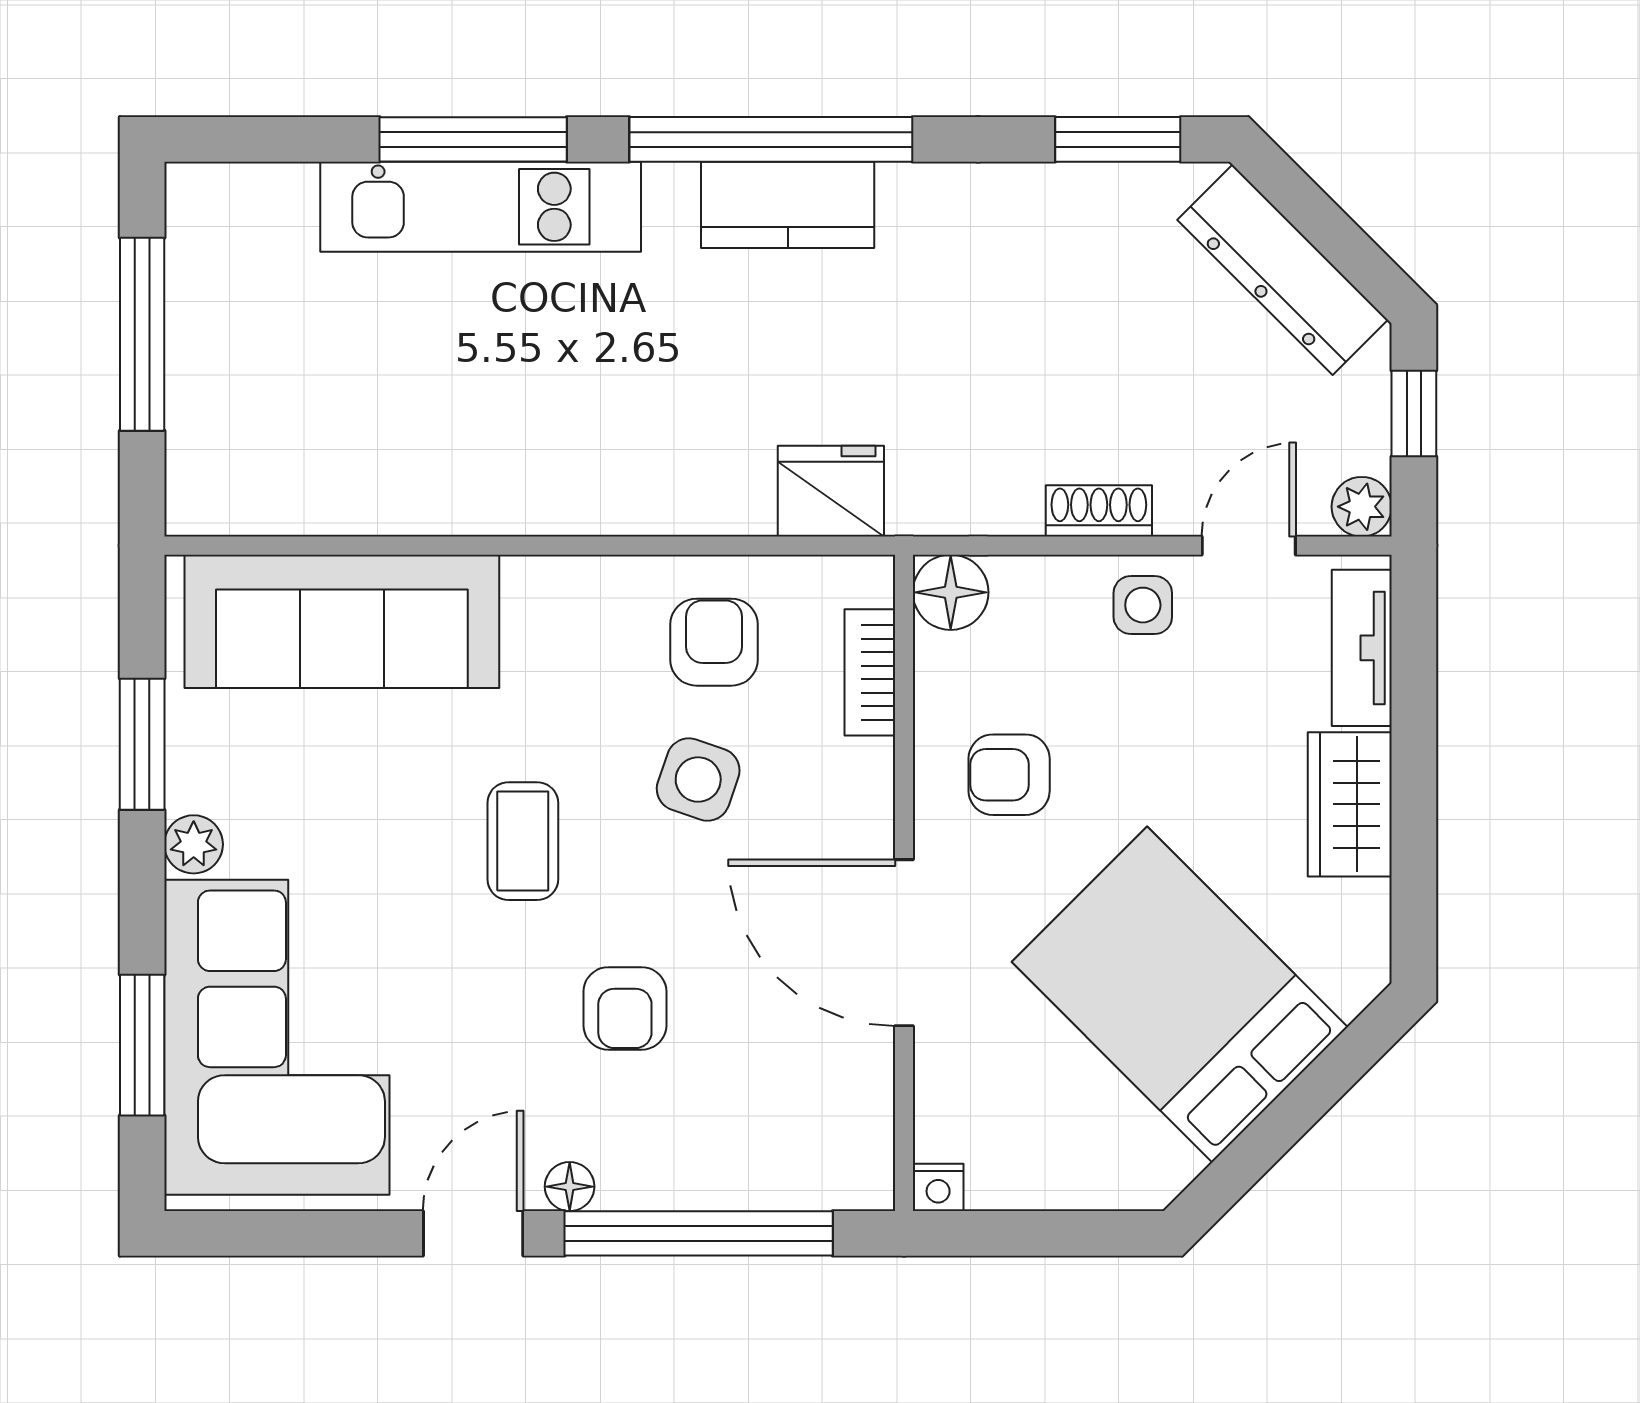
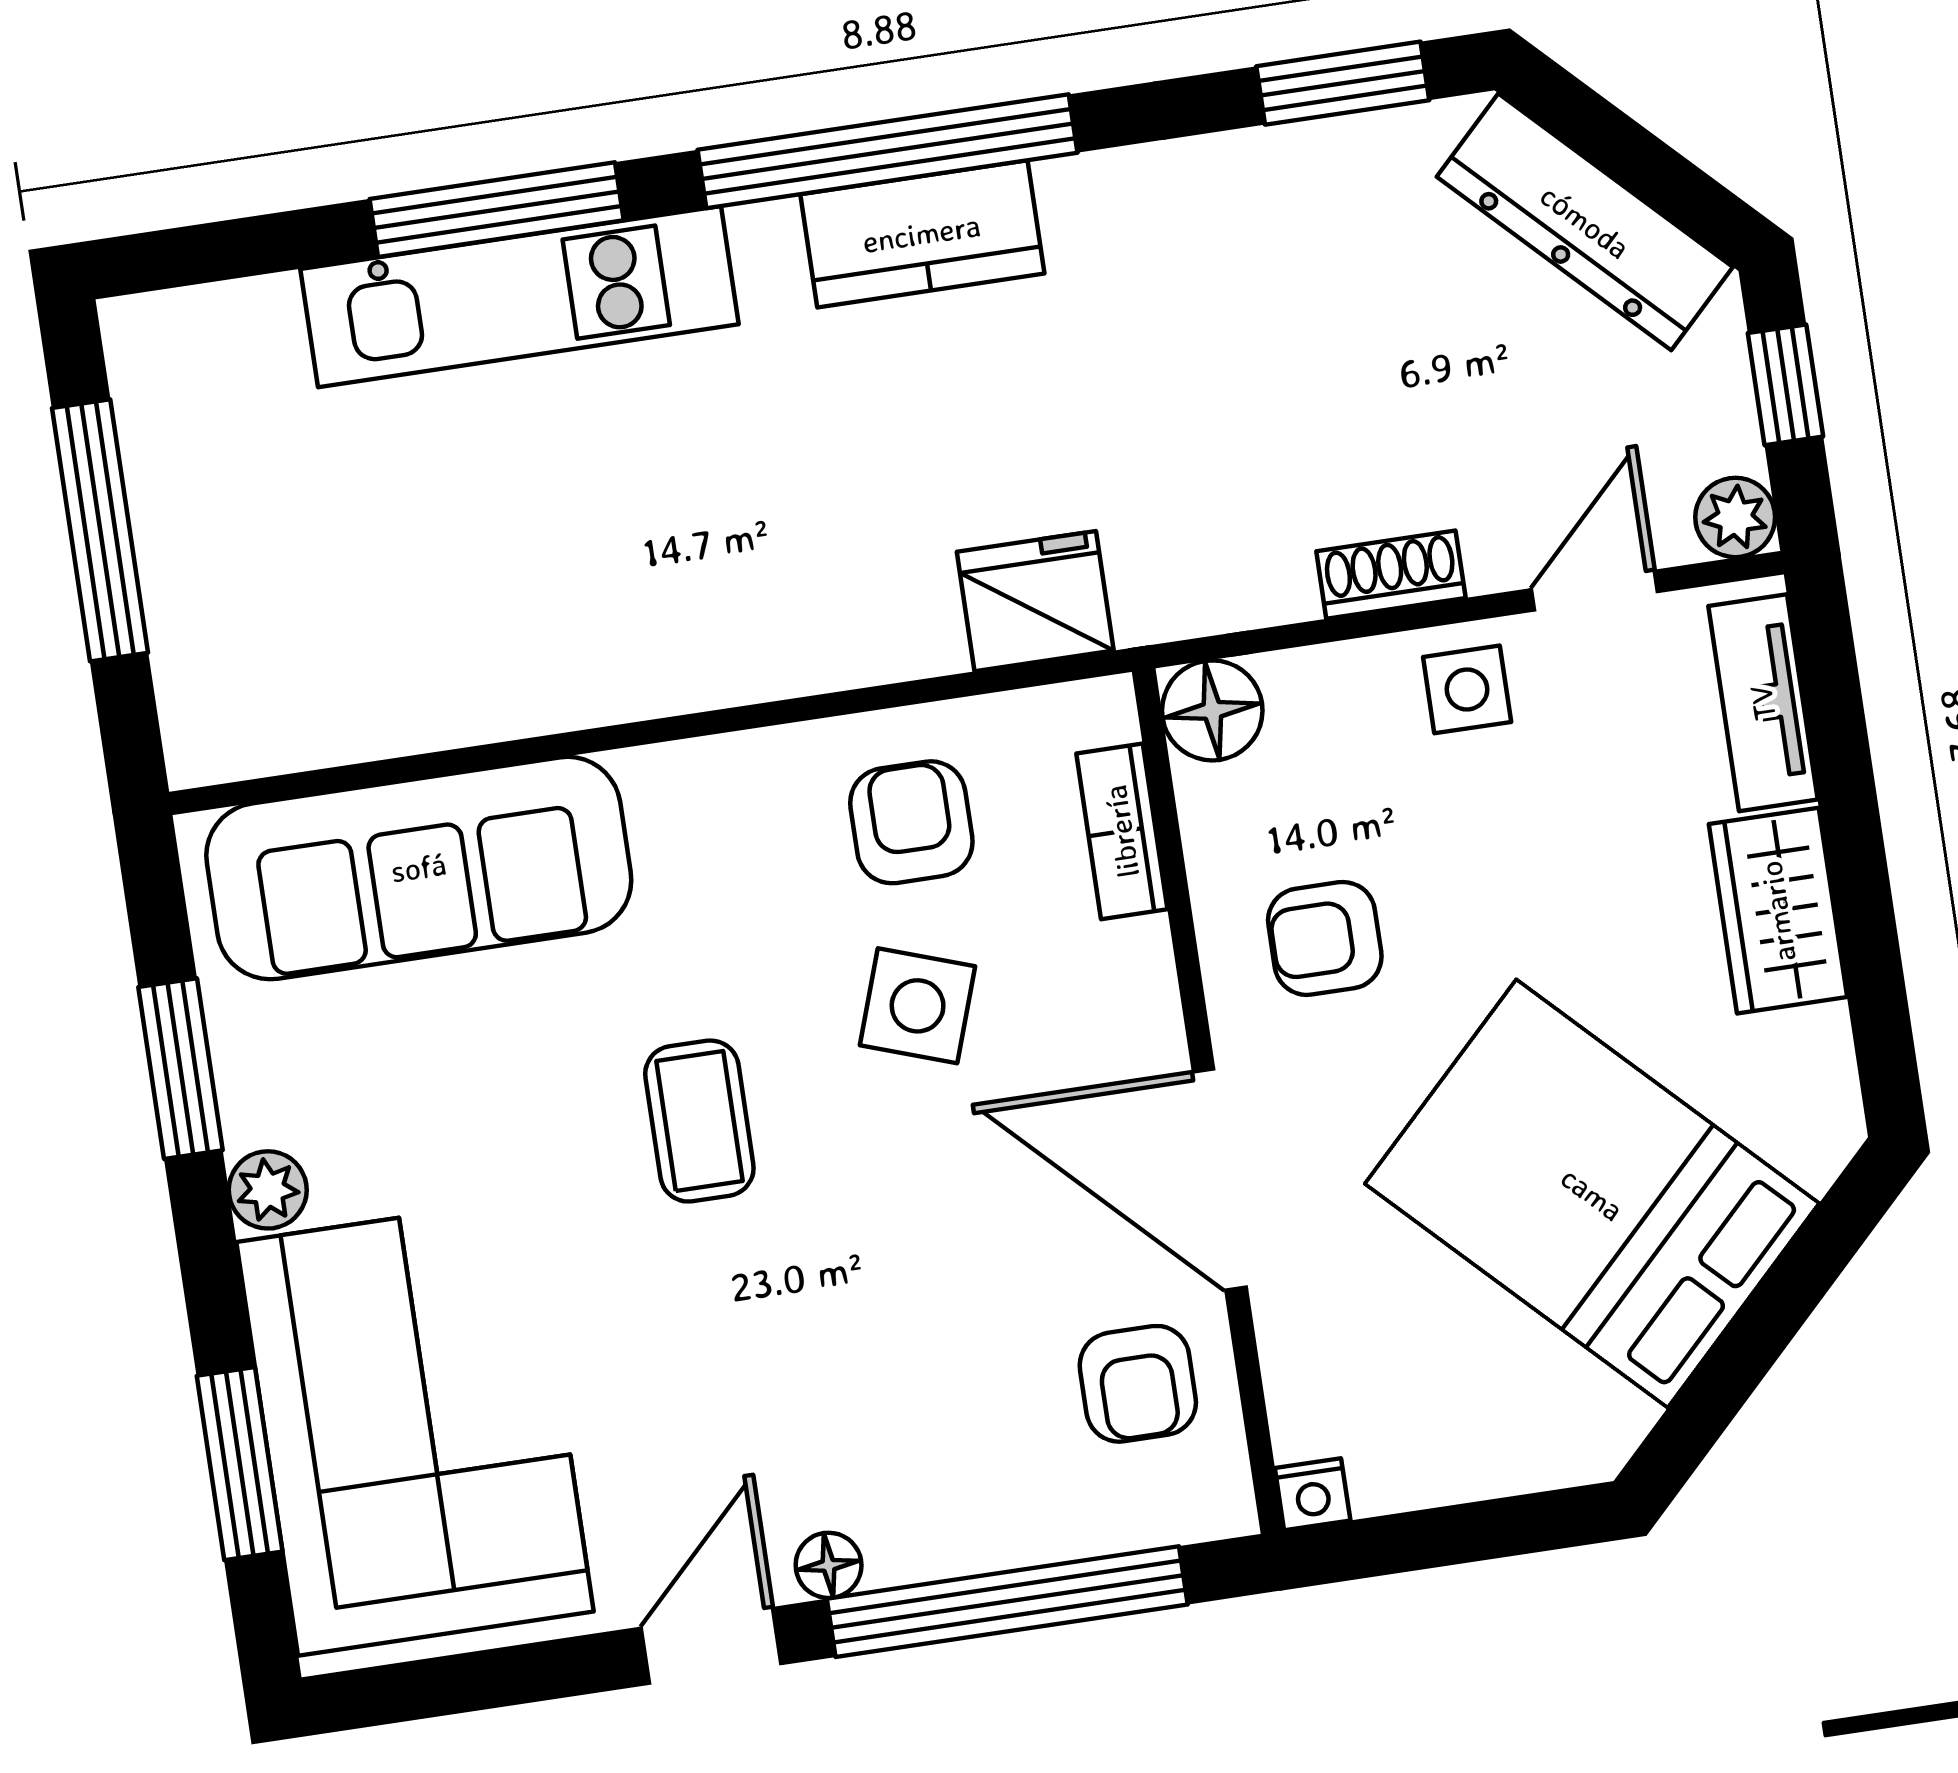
armchair: (625, 1008) -> (1138, 1384), moved

